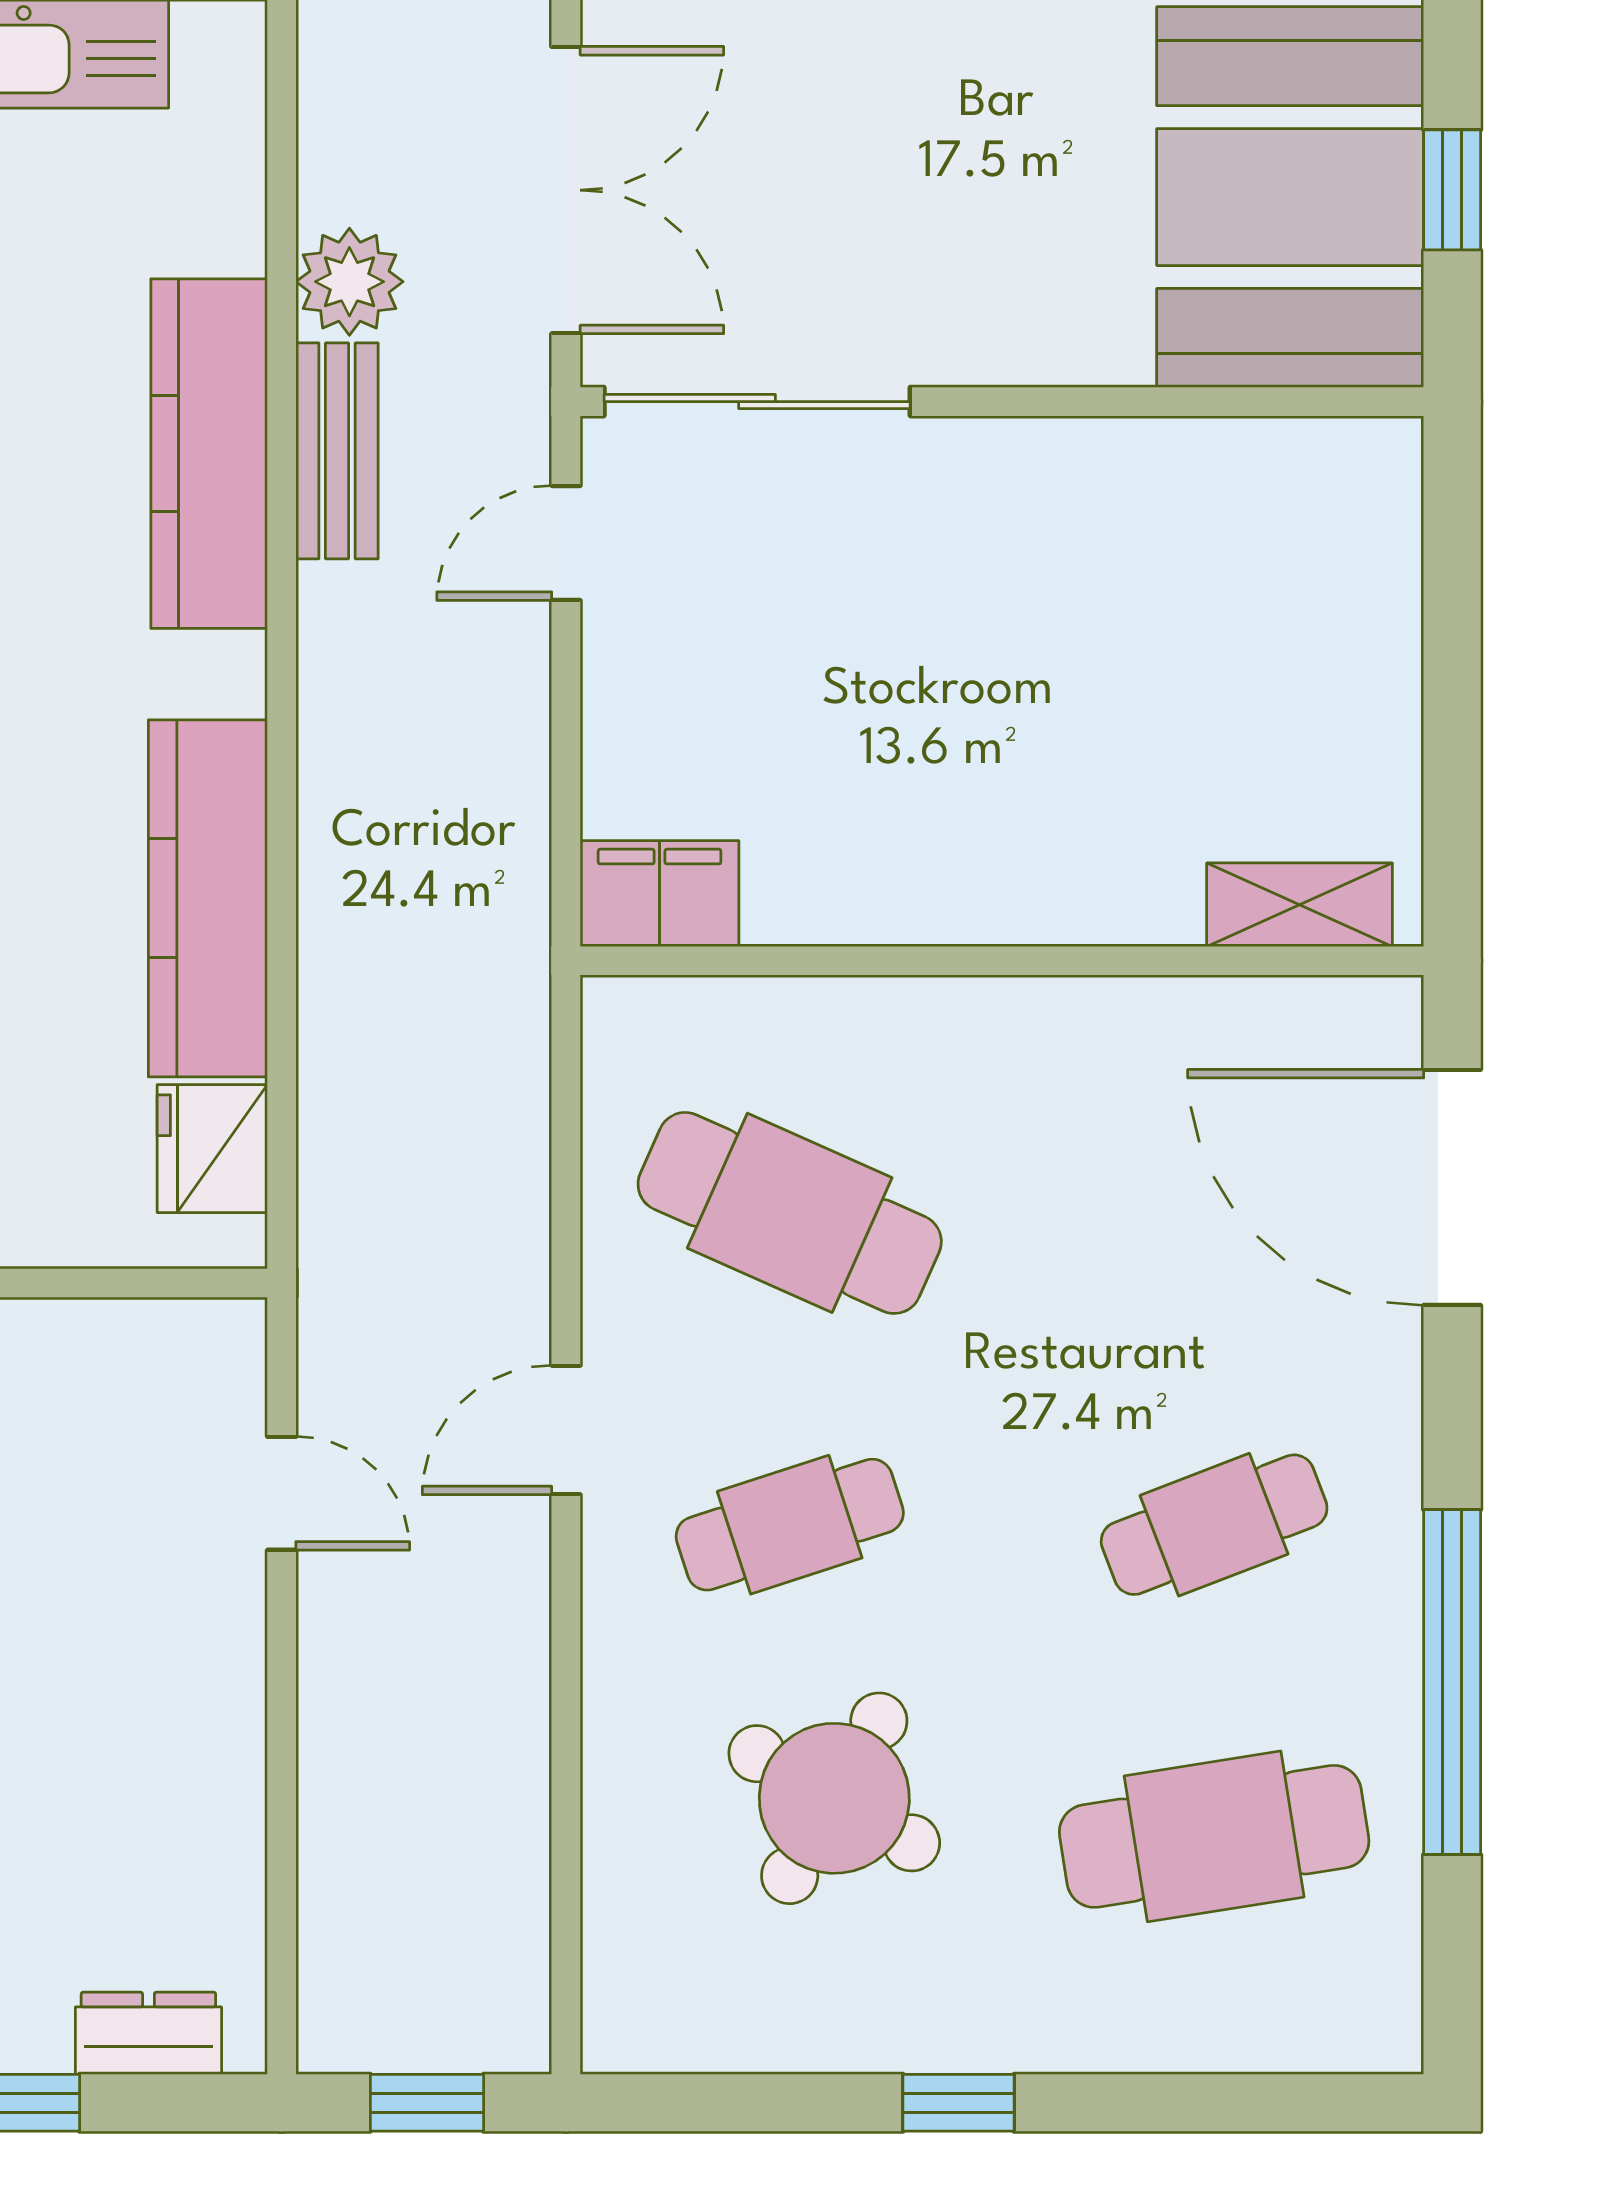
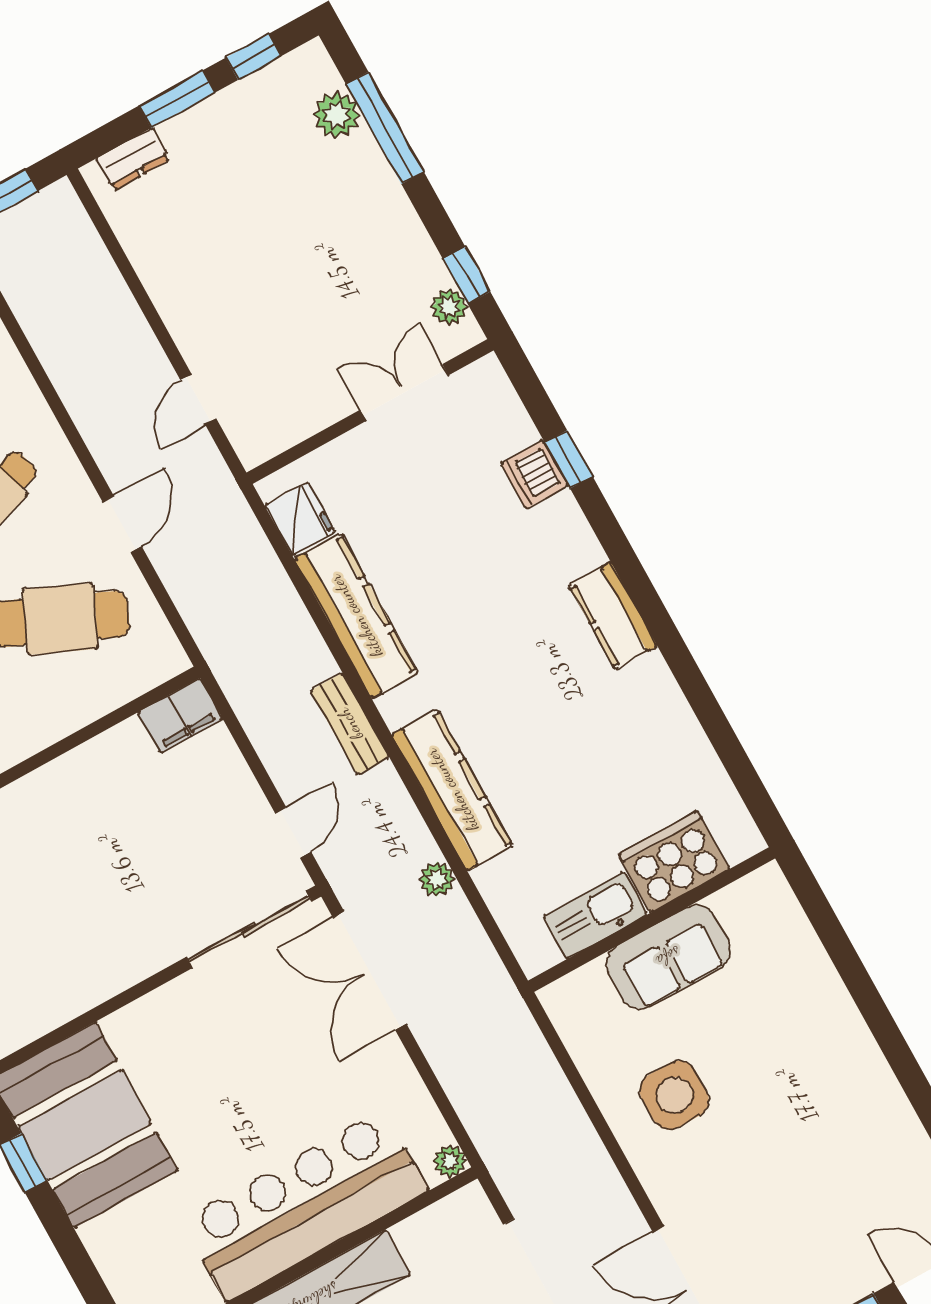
plant: (349, 282) -> (437, 879), width x0.73, depth x0.73
bench: (337, 451) -> (350, 724), moved
door: (566, 1430) -> (122, 524), moved
door: (282, 1493) -> (198, 399), hinge flipped

